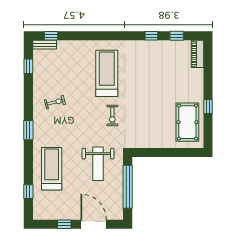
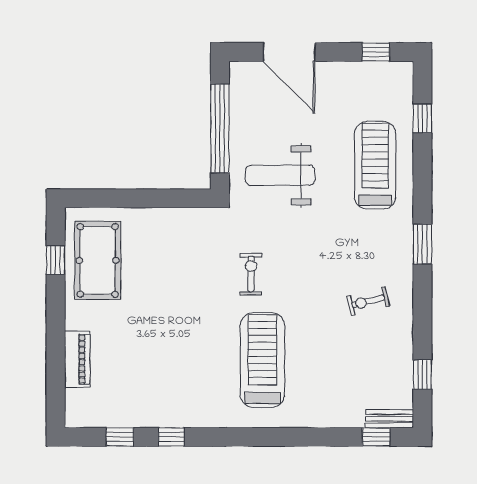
piano: (197, 54) -> (77, 359), moved
treadmill: (107, 73) -> (262, 360), turned 180
window: (208, 107) -> (56, 260), moved
weight bench: (98, 164) -> (280, 175), turned -90
treadmill: (52, 169) -> (375, 165), turned 180
window: (64, 224) -> (376, 52), moved

